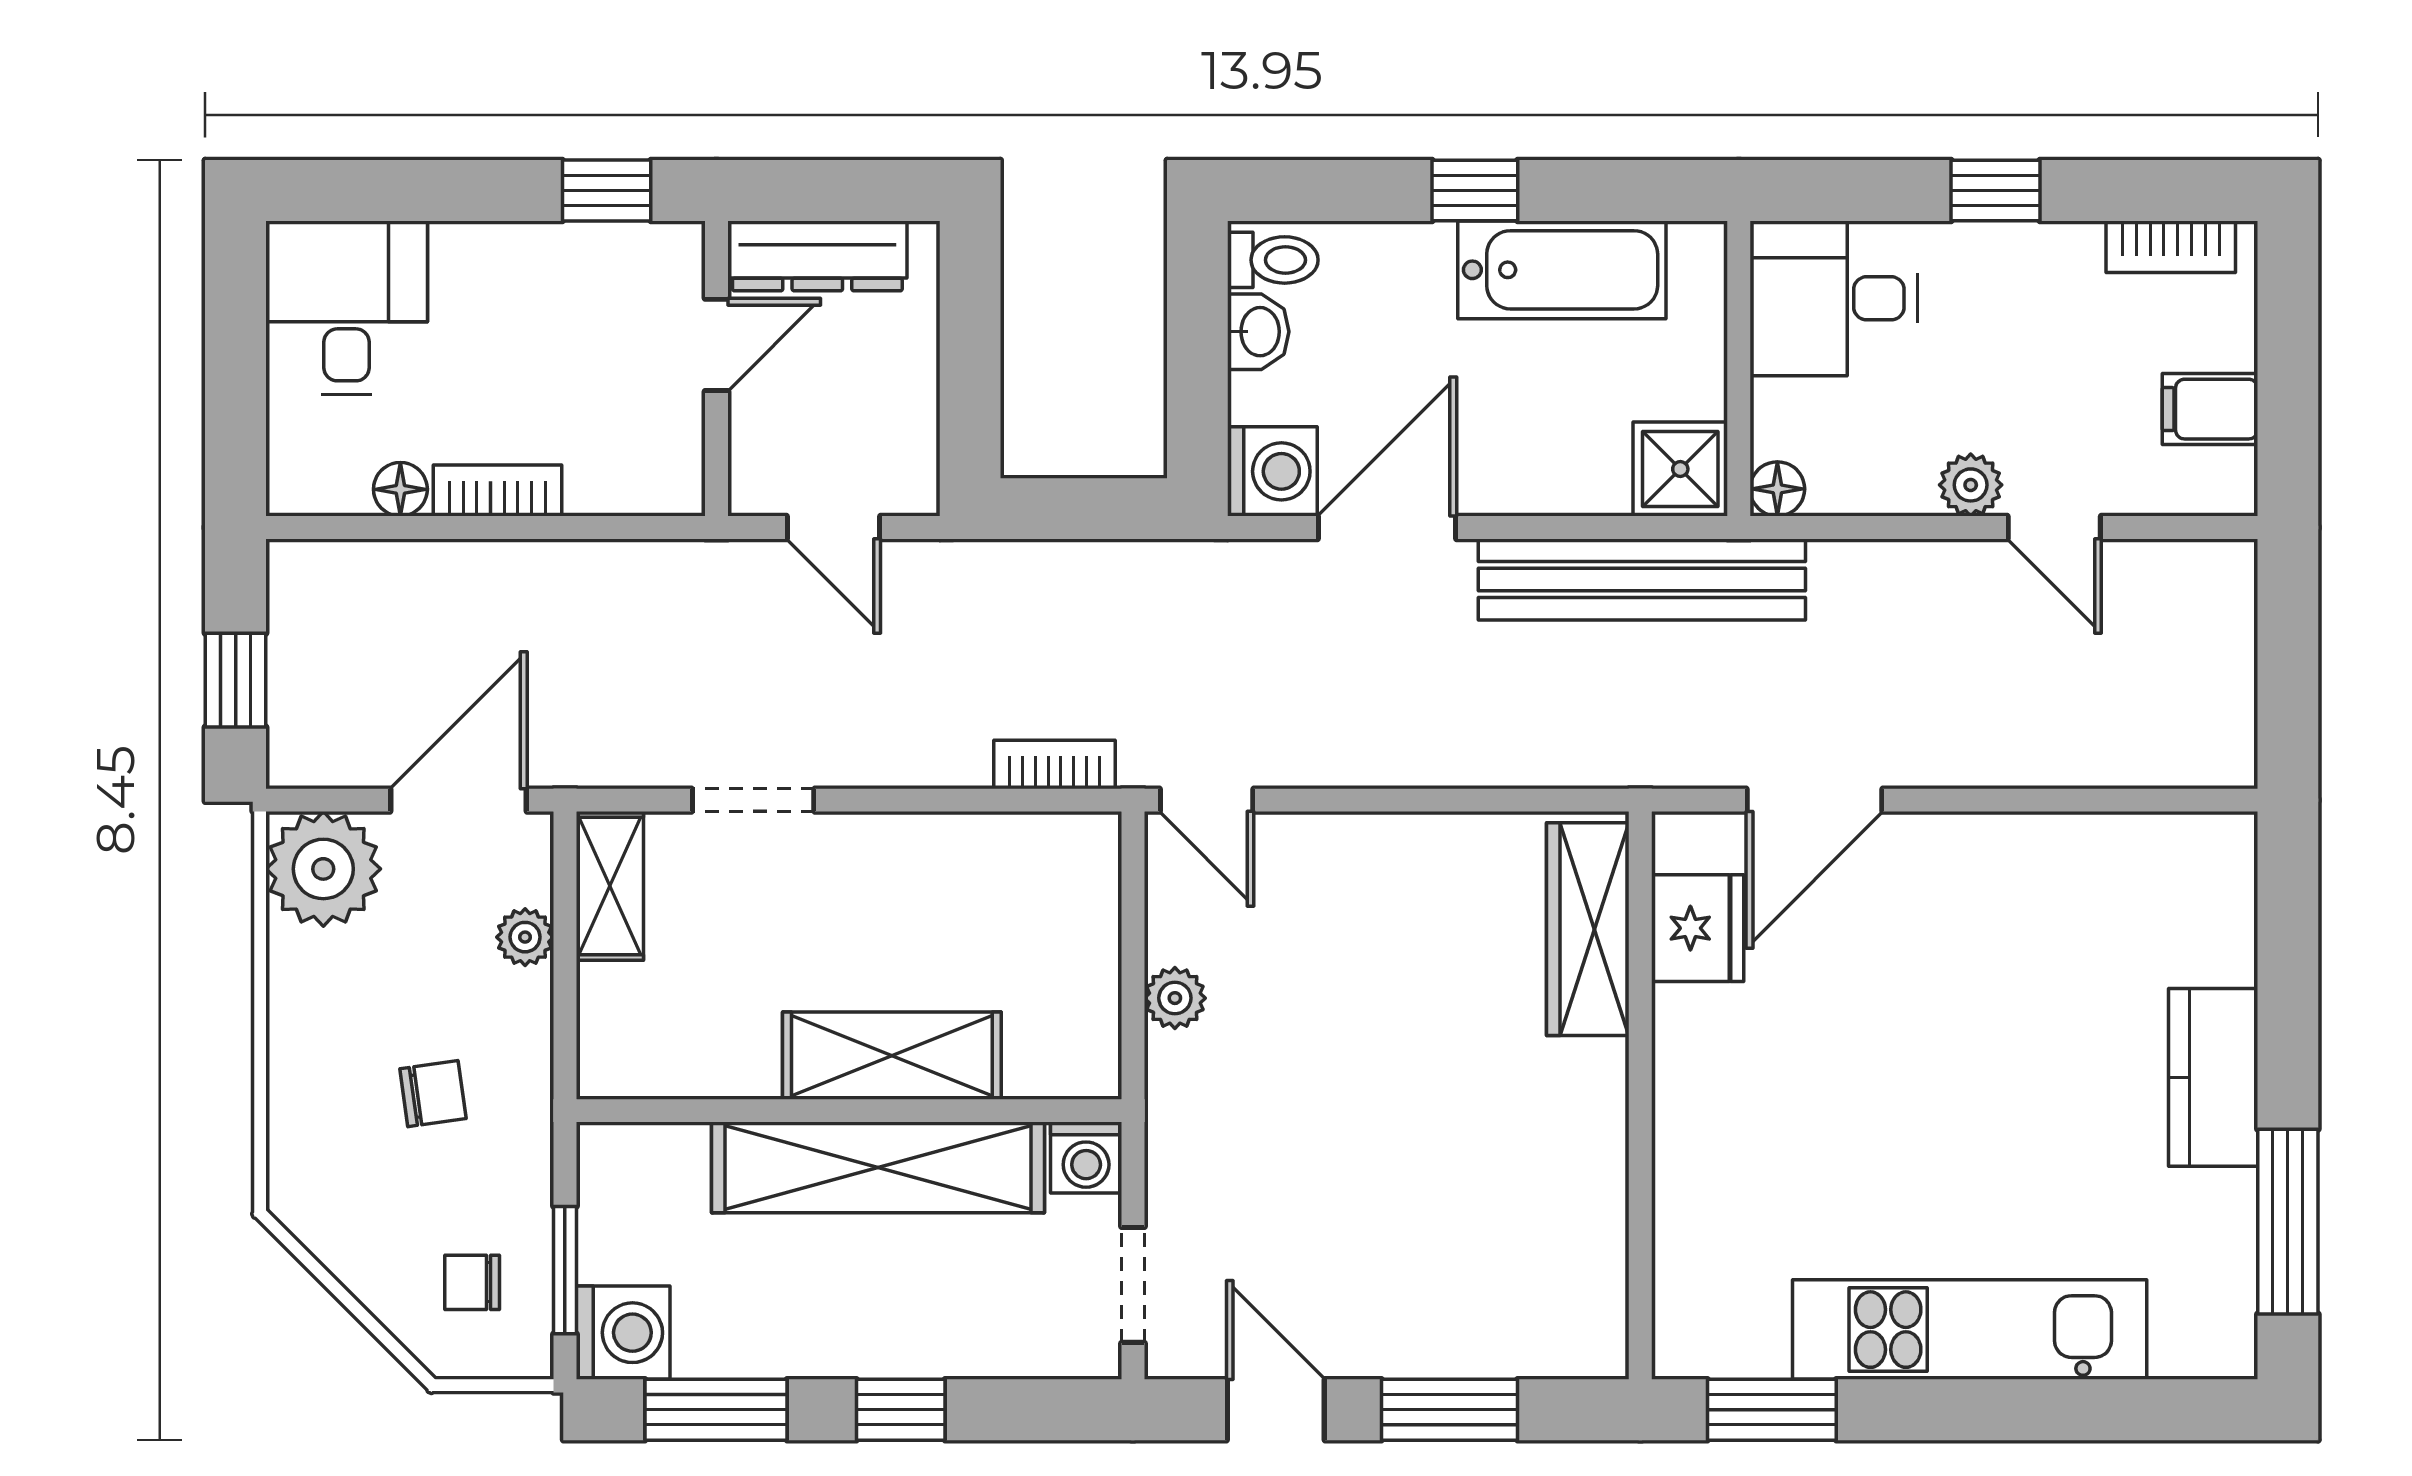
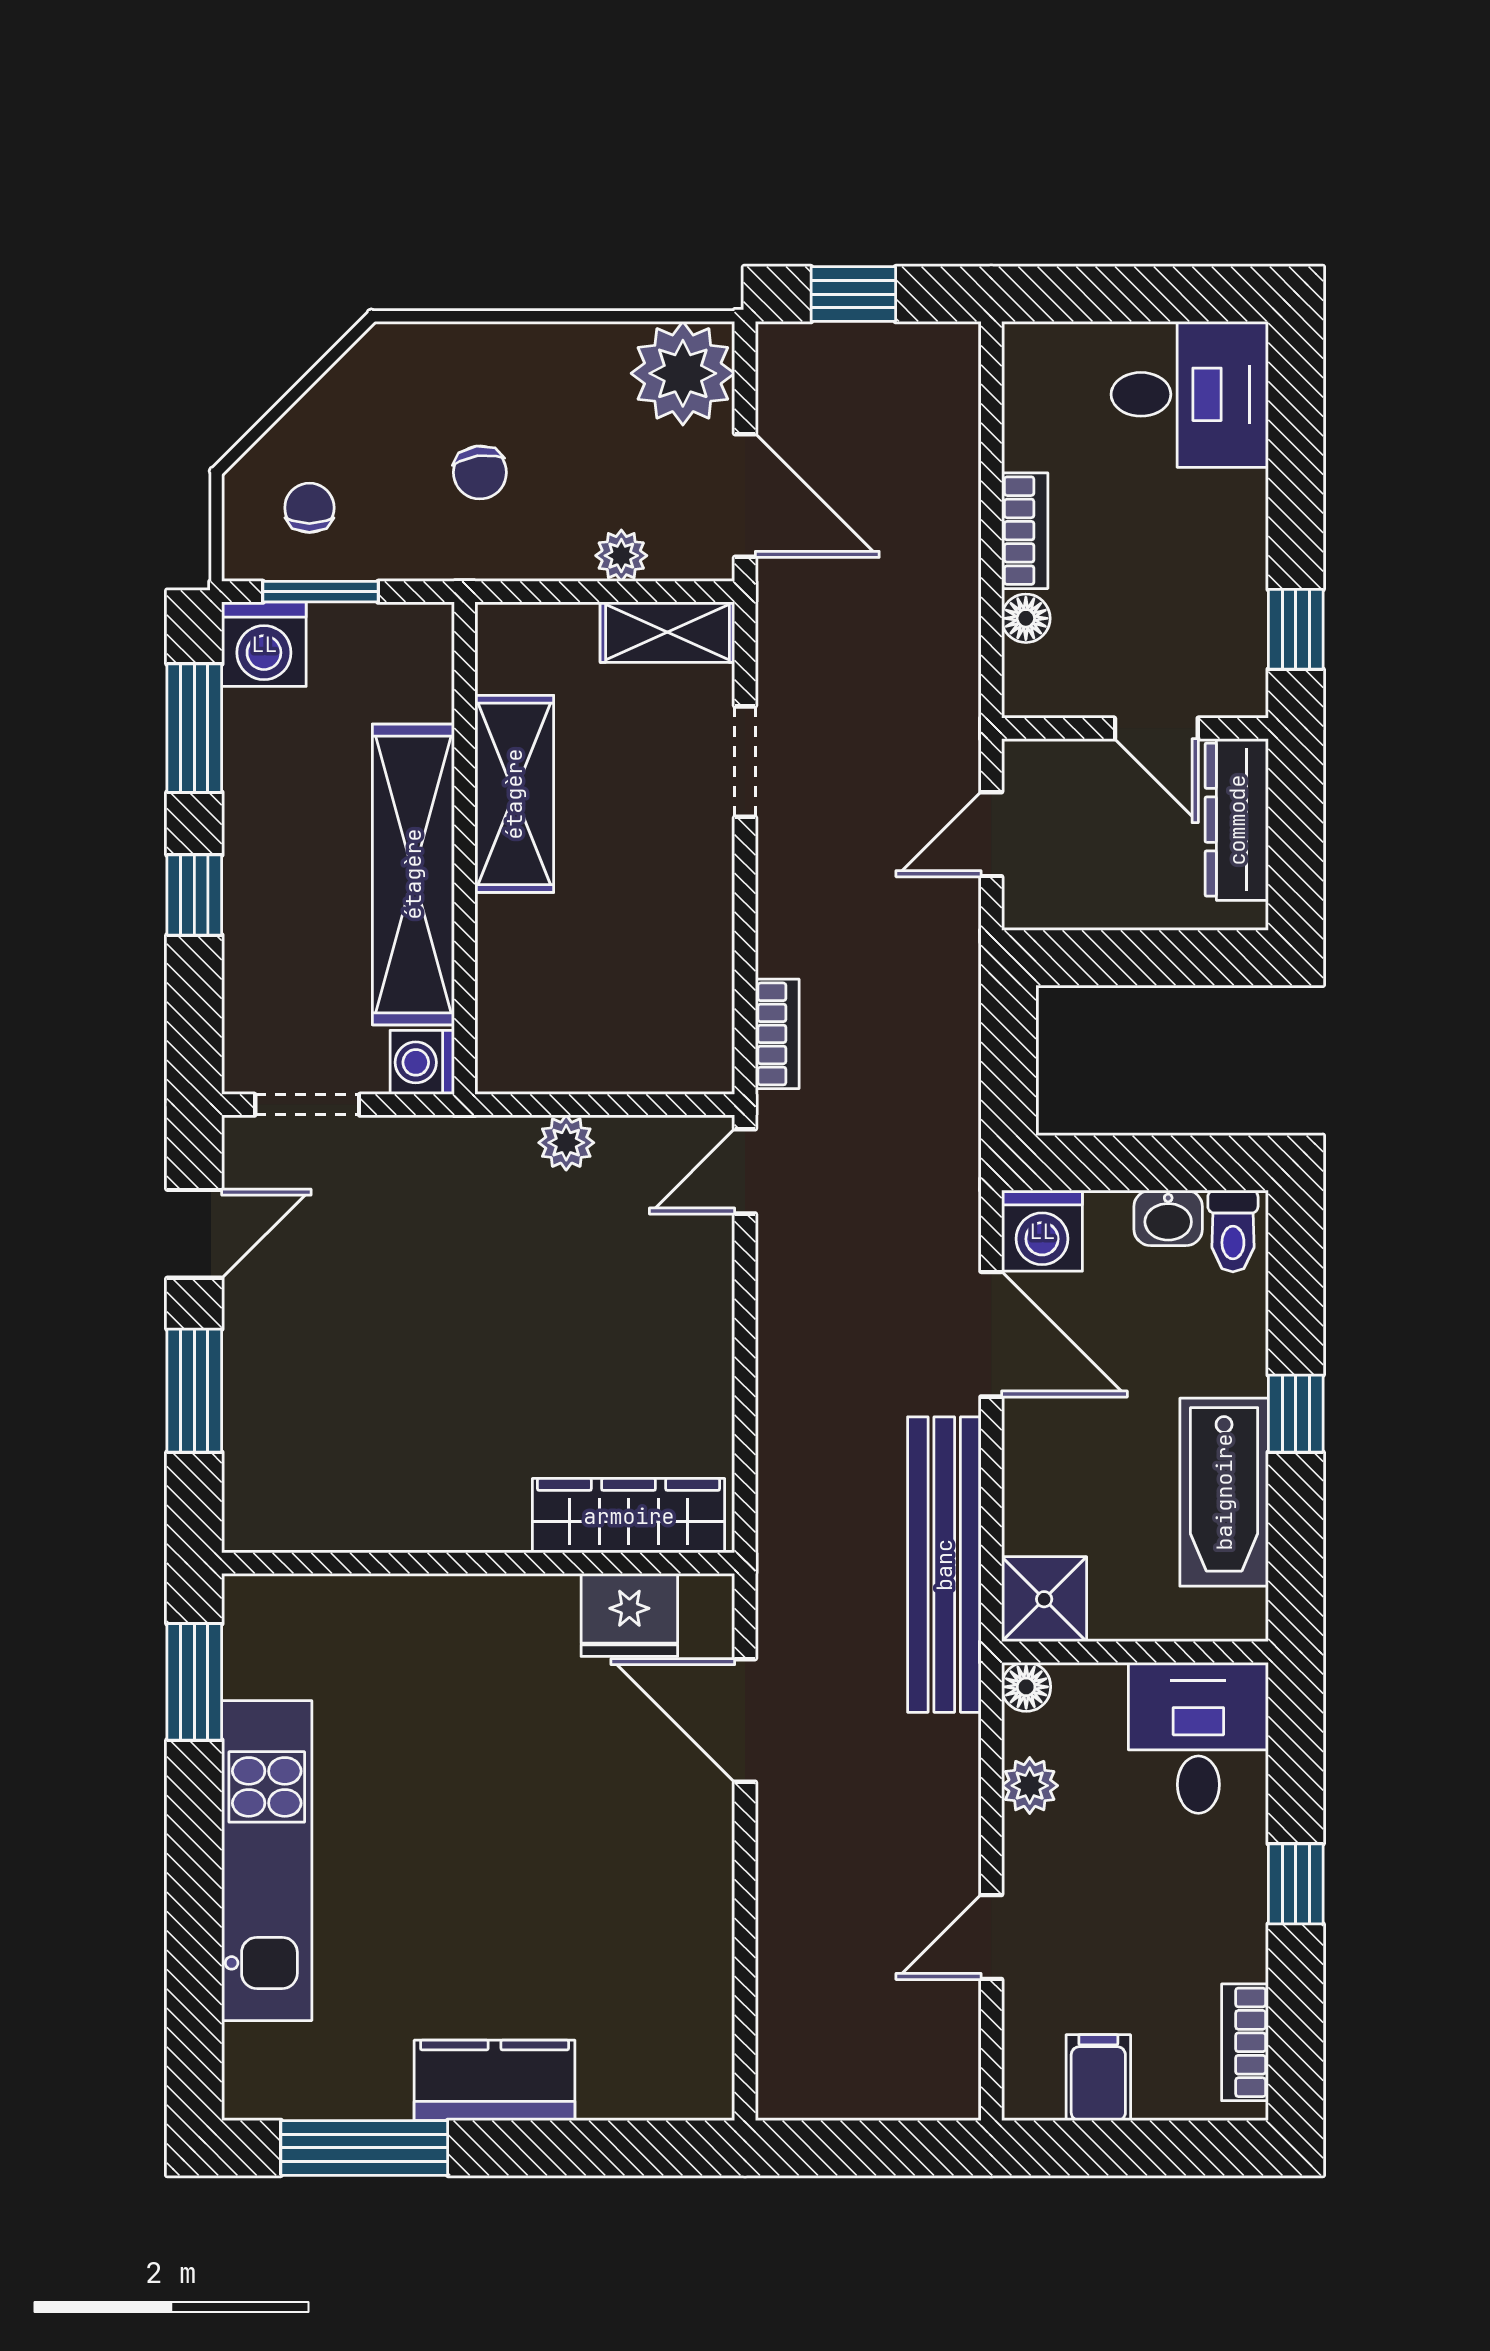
plant: (1971, 485) -> (1030, 1786), moved
floor lamp: (400, 489) -> (1026, 618), moved
shelving: (892, 1056) -> (514, 794), moved

